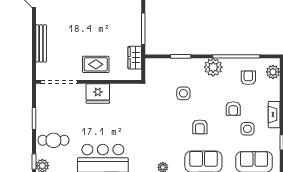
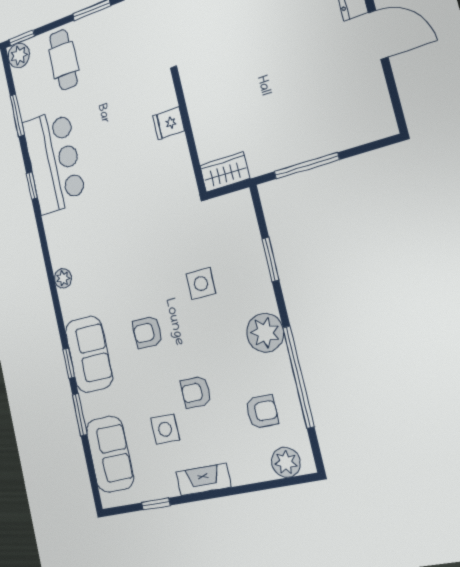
wardrobe: (135, 58) -> (225, 172), moved
rug: (96, 64) -> (214, 92), removed
fridge: (98, 94) -> (169, 123), width x0.53, depth x0.75

